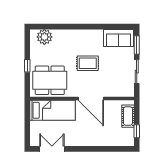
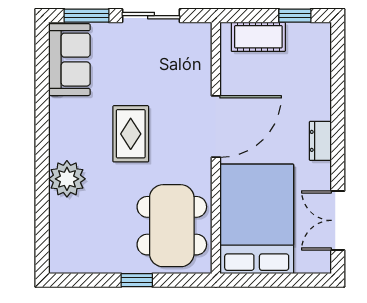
plant: (44, 37) -> (67, 179), moved
bed: (53, 110) -> (257, 219), width x1.50
dresser: (85, 142) -> (320, 141), added

